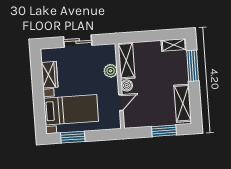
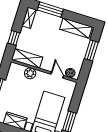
window: (144, 36) -> (14, 38), added
boiler: (127, 85) -> (70, 73), moved

